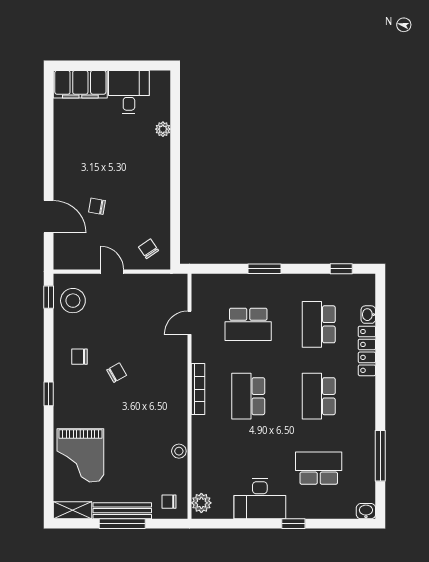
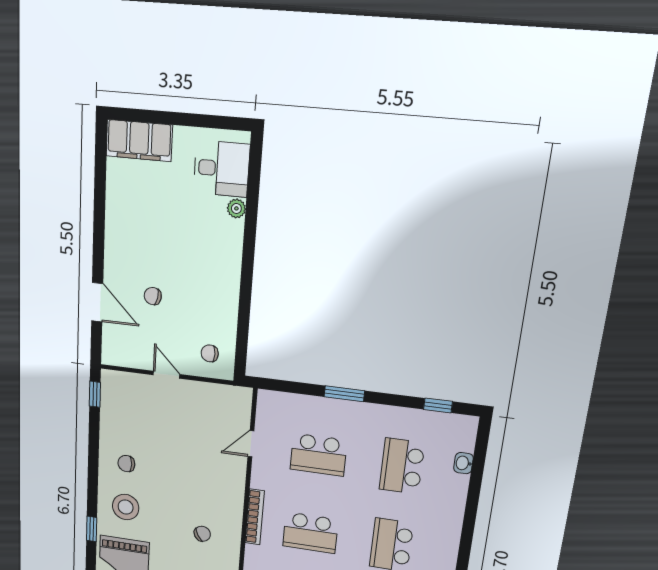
desk: (129, 92) -> (221, 169), moved, turned 90
chair: (149, 249) -> (210, 353), turned -56
stool: (73, 301) -> (126, 507), moved
locker: (367, 351) -> (455, 504), removed
chair: (117, 373) -> (202, 534), moved
window: (49, 394) -> (92, 529), moved
school desk: (248, 396) -> (310, 533), turned -90

